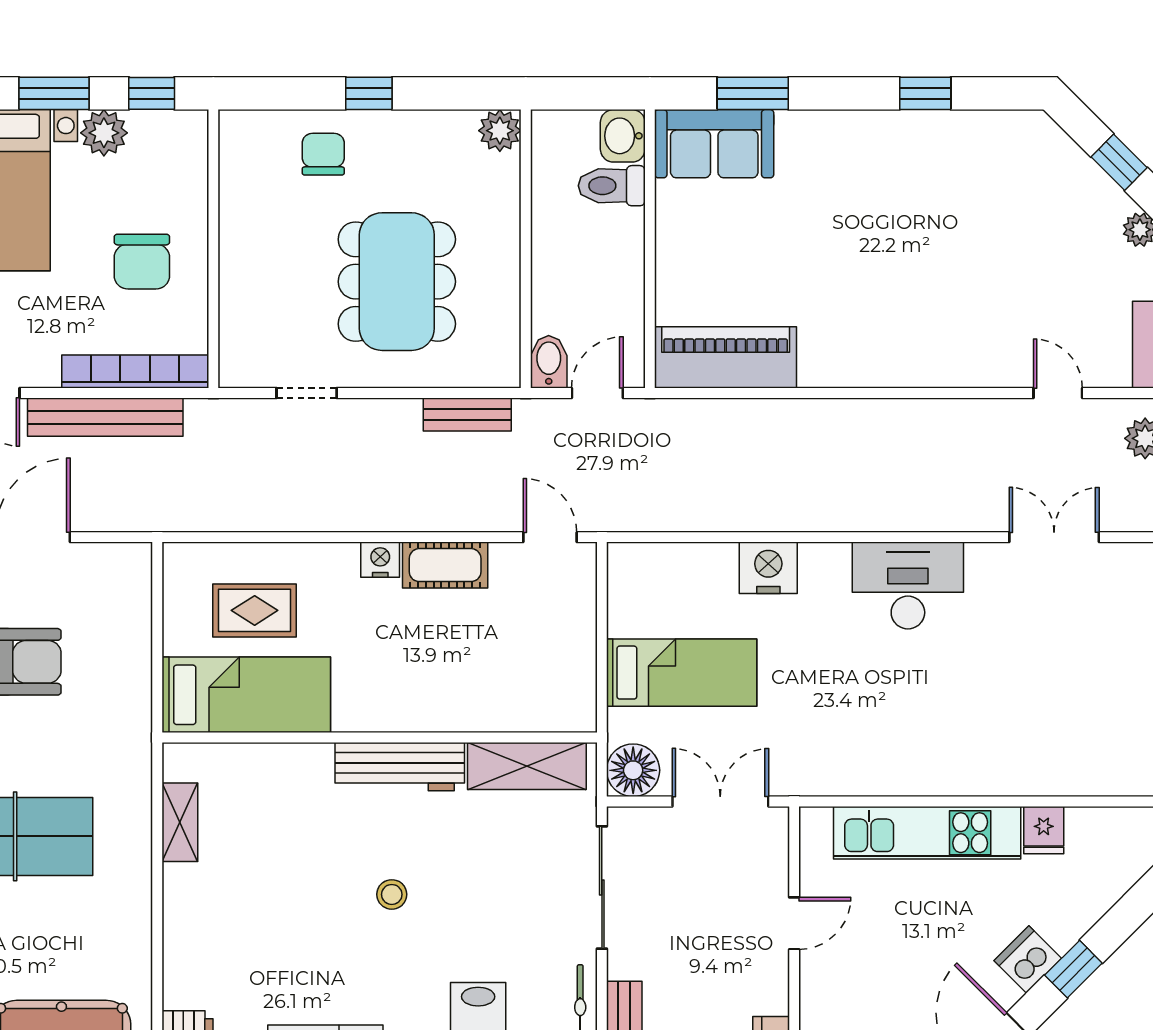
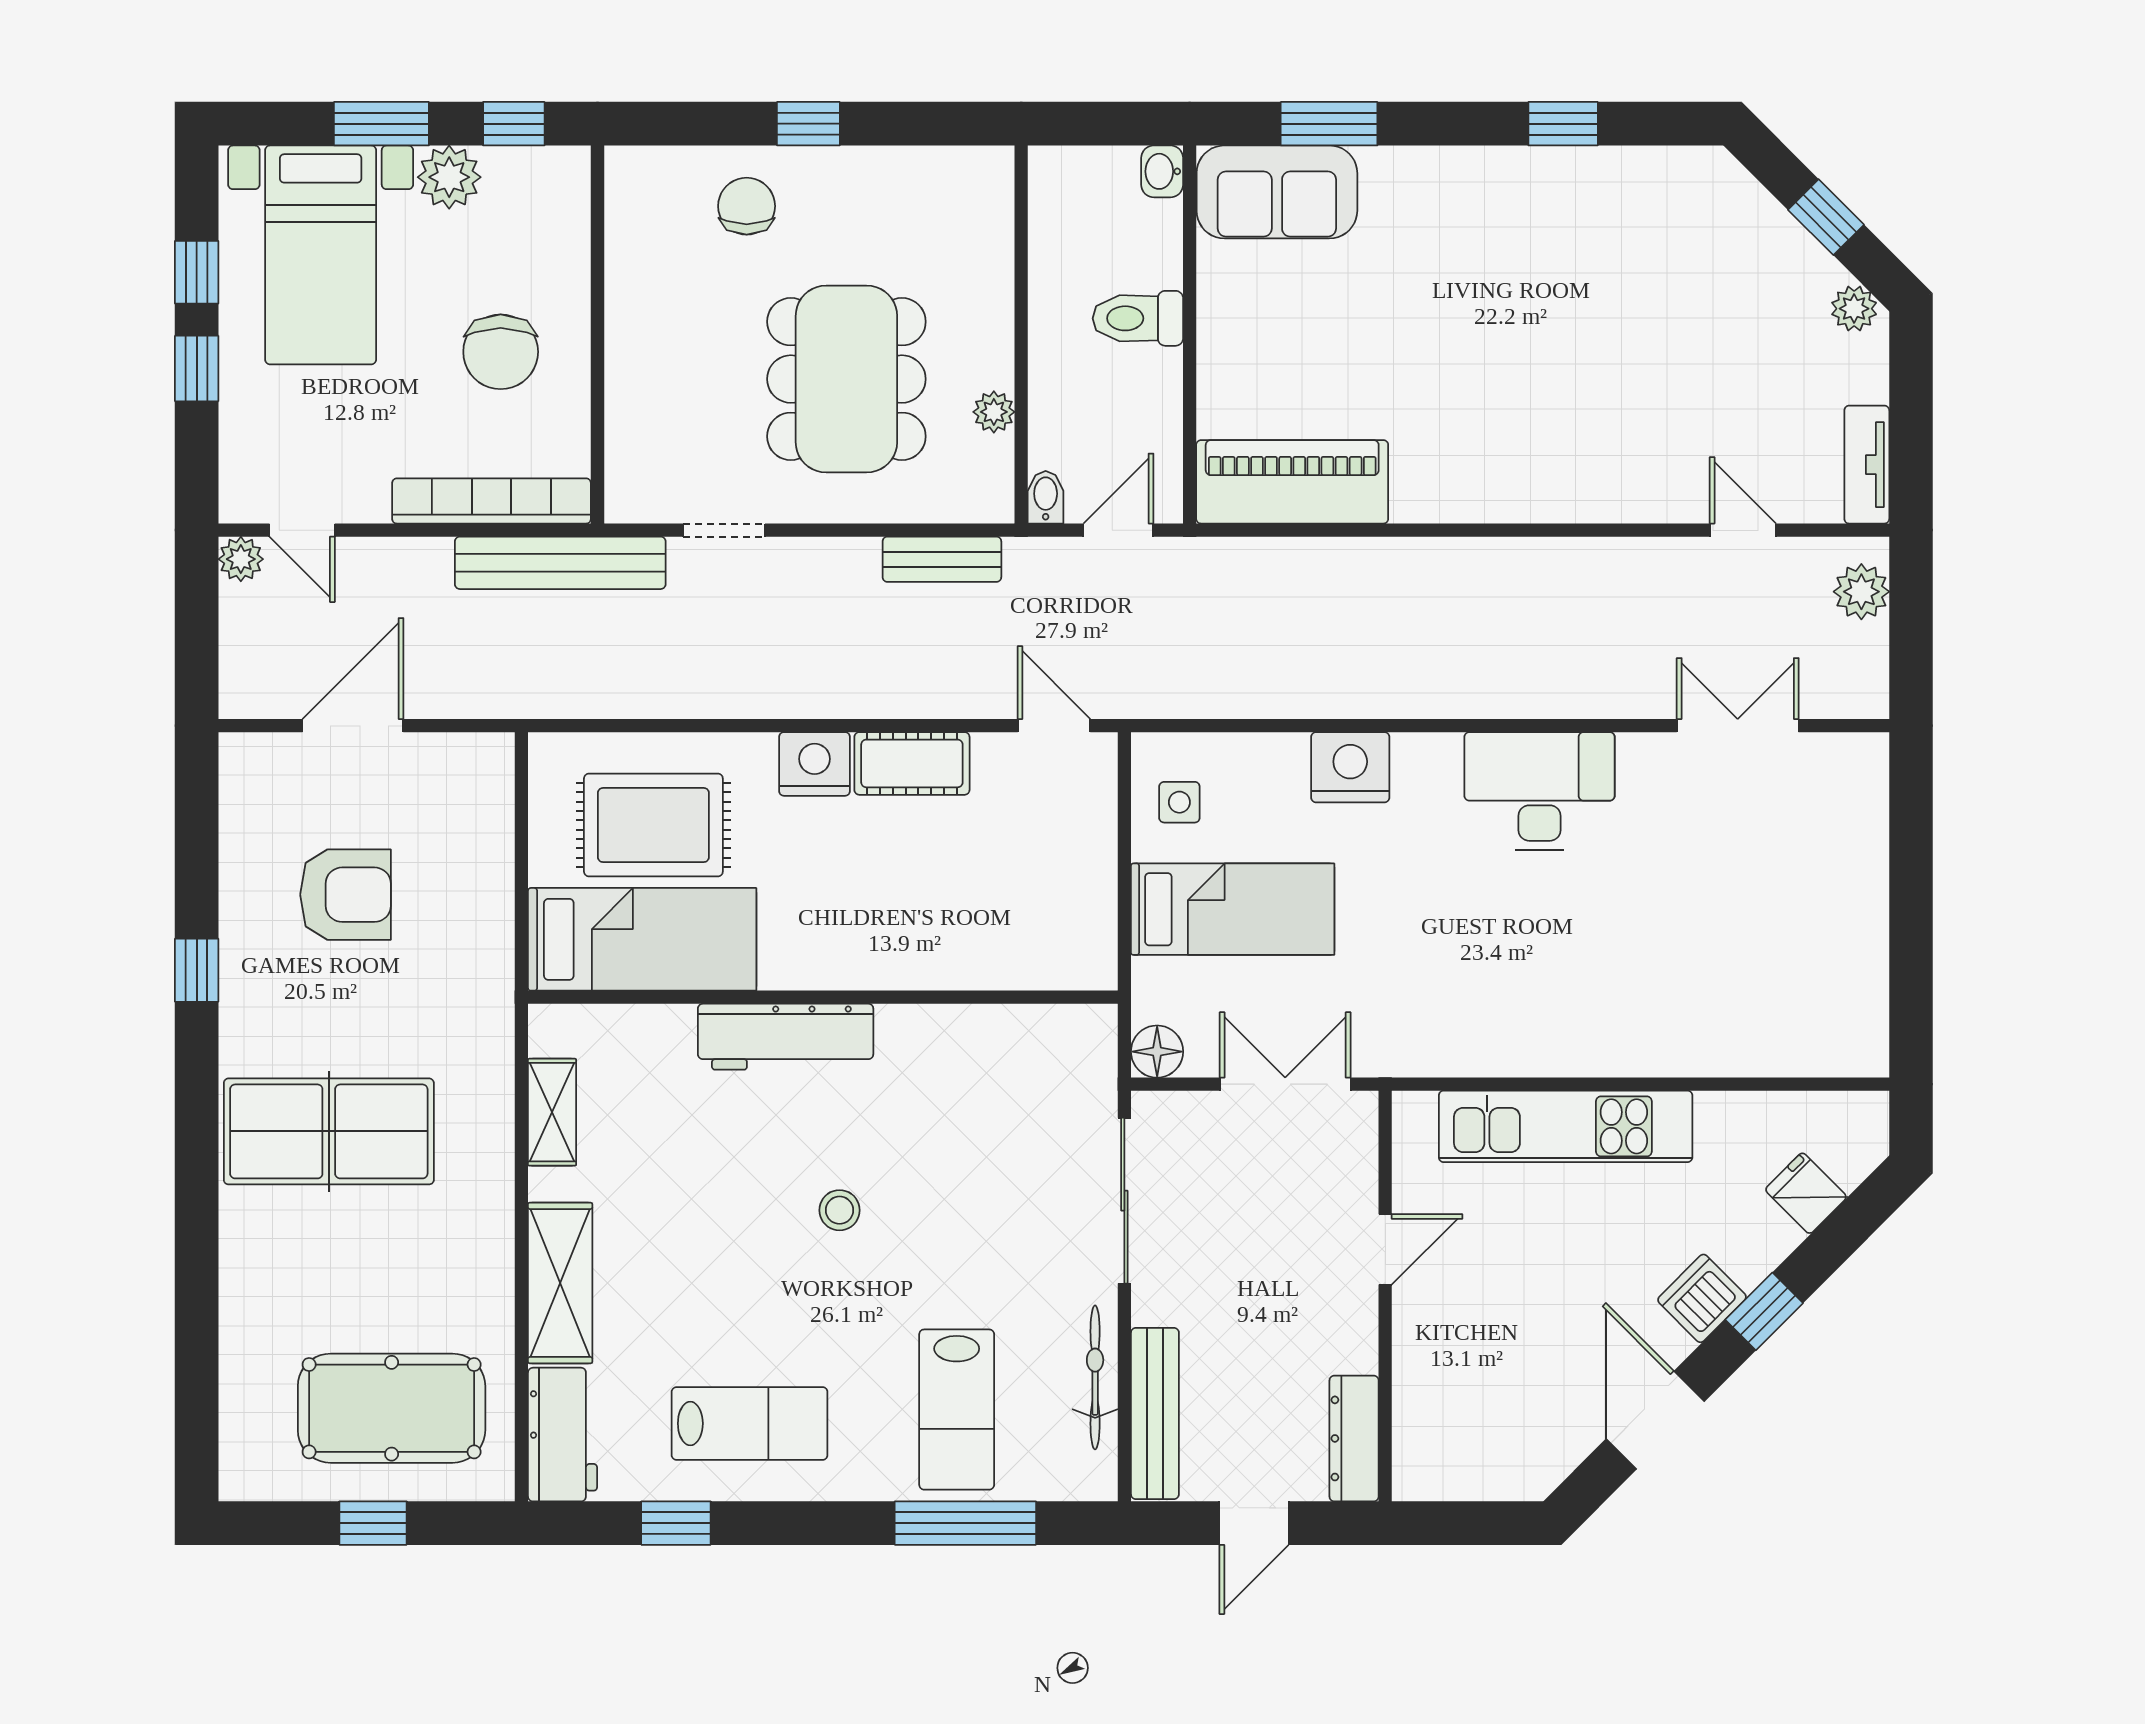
plant: (500, 131) -> (994, 412), moved, width x0.73, depth x0.73
washbasin: (623, 136) -> (1162, 171), width x0.72, depth x0.69
toilet: (612, 186) -> (1138, 318), moved
bidet: (549, 362) -> (1046, 497), width x0.72, depth x0.74
bench: (105, 417) -> (560, 563), moved
nightstand: (380, 560) -> (814, 764), width x1.36, depth x1.33
side table: (642, 594) -> (1179, 802), added
rug: (255, 610) -> (653, 825), width x1.36, depth x1.43
shelving: (527, 766) -> (560, 1283), moved, turned 90
workbench: (400, 767) -> (786, 1037), moved
floor lamp: (633, 770) -> (1157, 1052), width x0.73, depth x0.73
fridge: (1044, 830) -> (1806, 1193), moved, turned 135

